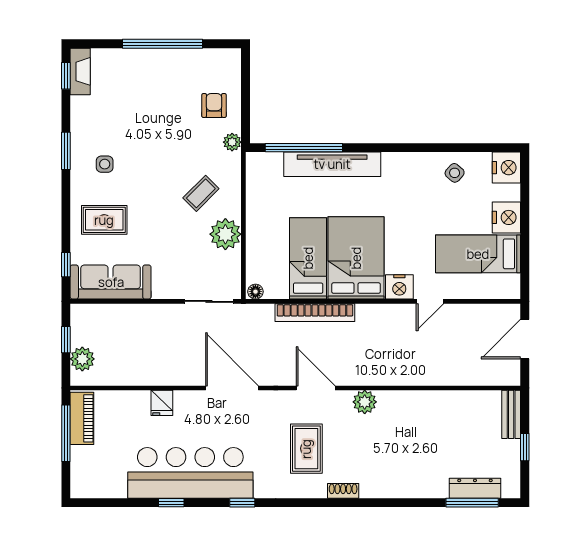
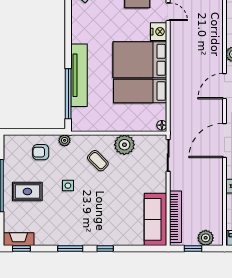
side table: (105, 164) -> (68, 186), moved
rug: (104, 220) -> (27, 192), moved, turned 90
window: (66, 265) -> (105, 249), moved
bookcase: (315, 313) -> (175, 217), moved

